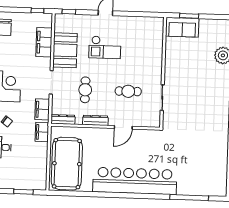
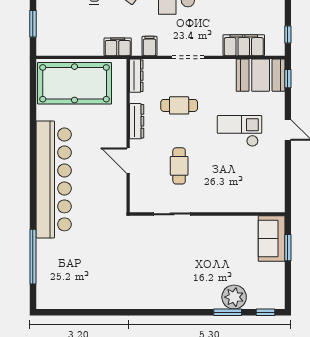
checkout: (105, 47) -> (240, 131), turned 90
booth: (65, 50) -> (261, 75), moved
filing cabinet: (42, 109) -> (149, 46), width x0.50

